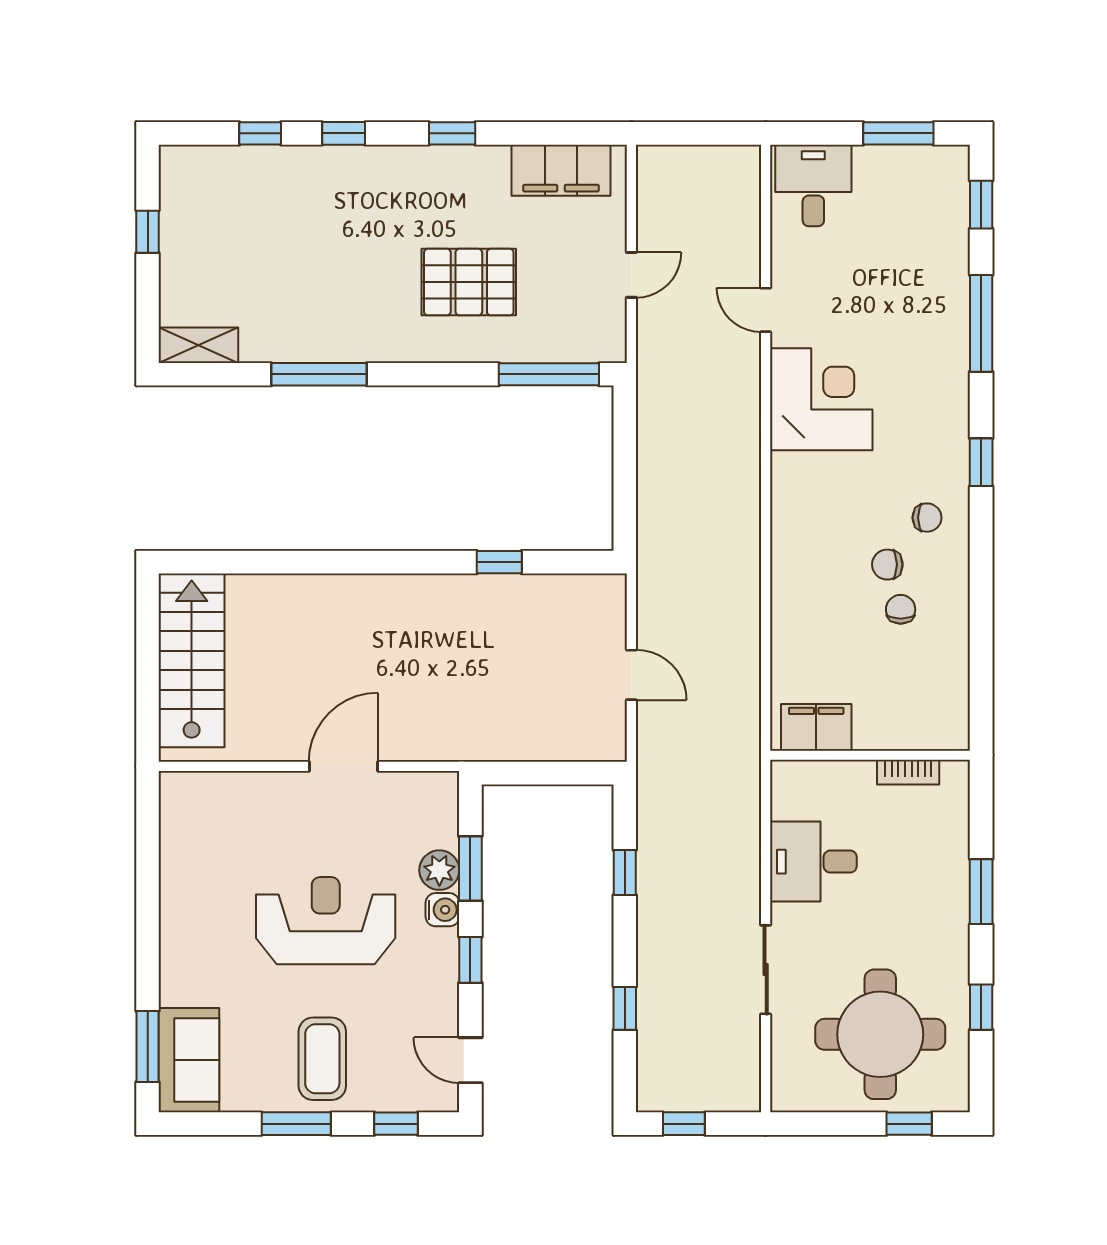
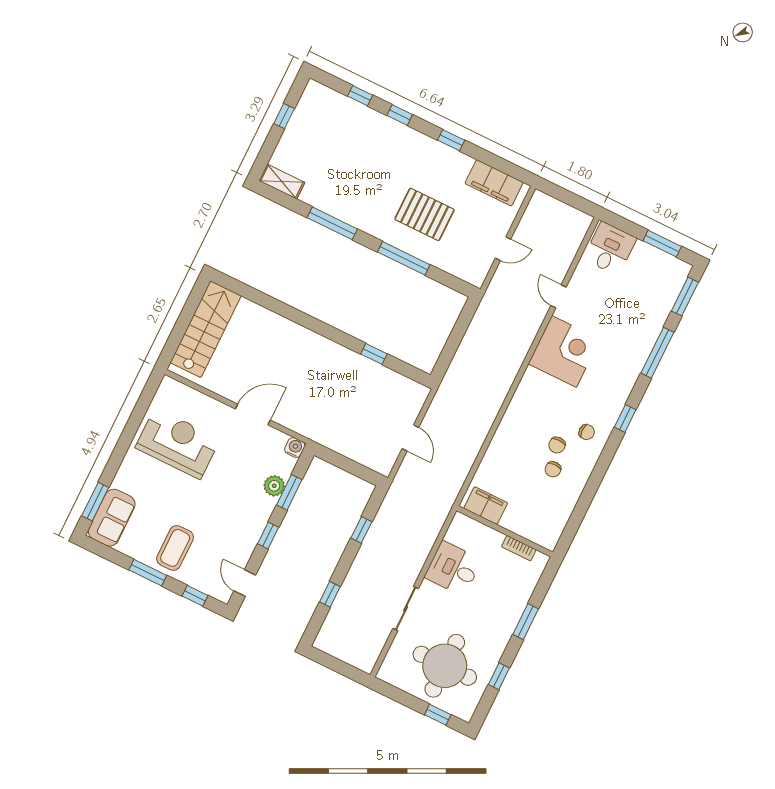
window: (981, 205) -> (685, 297), width x1.50
window: (549, 374) -> (404, 258), moved
chair: (887, 565) -> (557, 445), turned -90
chair: (901, 609) -> (553, 469), turned 180
water cooler: (442, 910) -> (295, 448), moved, turned -90
reception desk: (326, 921) -> (178, 443), moved
window: (684, 1124) -> (331, 662), removed

